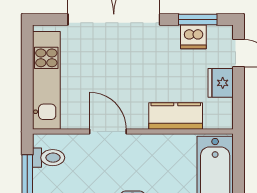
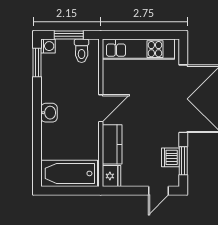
fridge: (221, 83) -> (111, 176), moved, turned 90
door: (108, 132) -> (101, 108), moved

